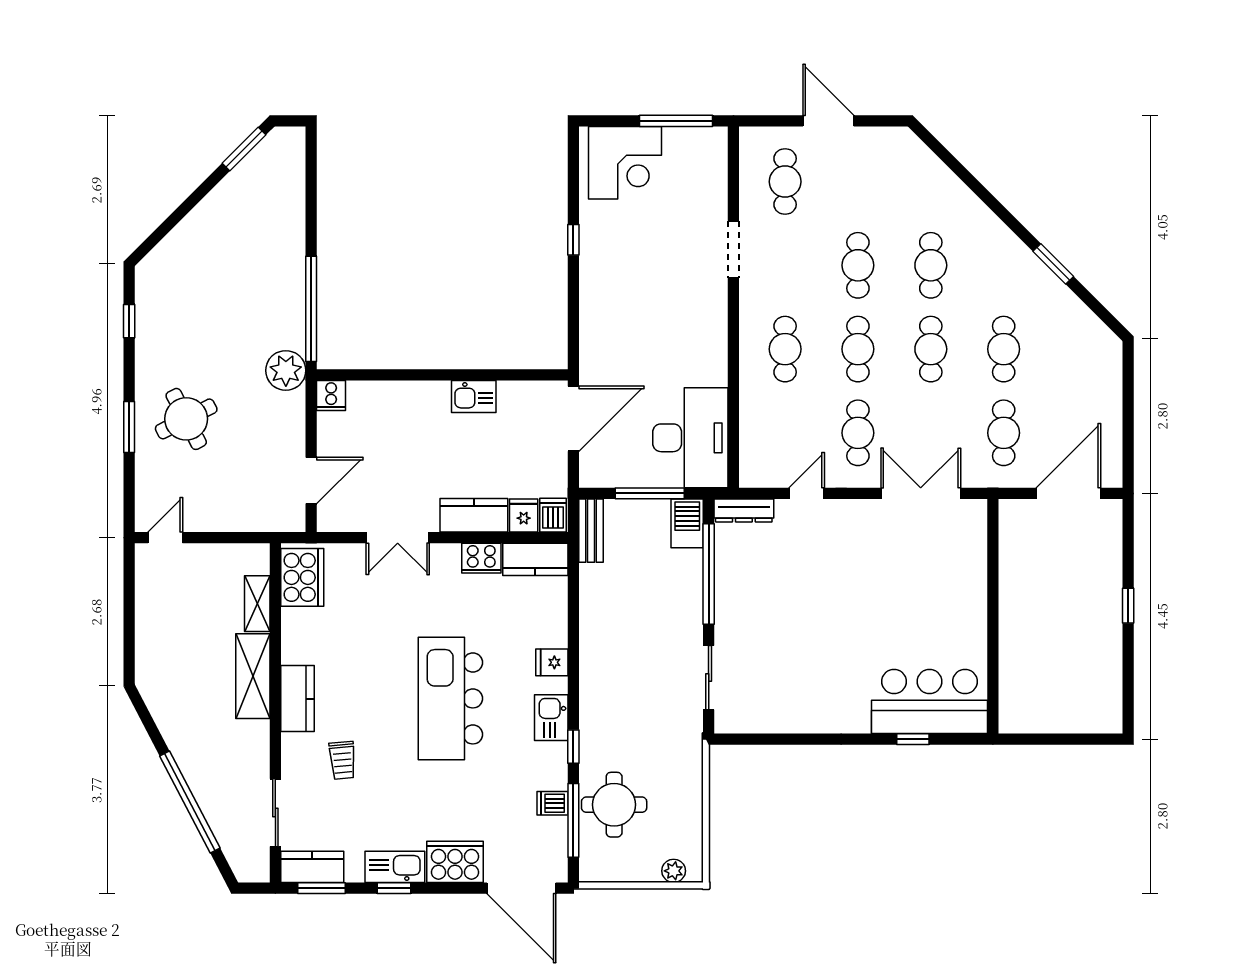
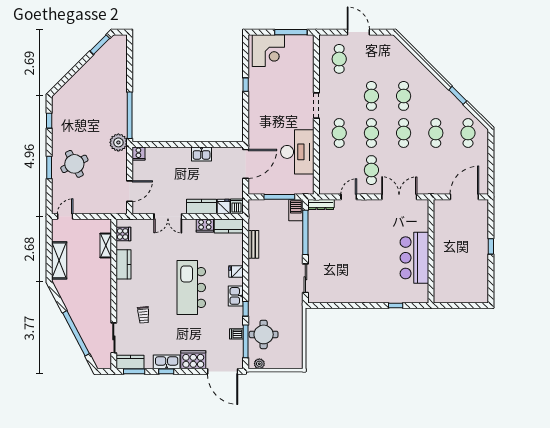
doorway: (733, 249) -> (316, 105), moved
cafe table: (1004, 433) -> (468, 133), moved
desk: (690, 438) -> (297, 152), moved
bench: (591, 531) -> (253, 244), moved
cooker: (302, 577) -> (123, 234), width x0.53, depth x0.76
shelving: (253, 676) -> (59, 260), moved
kitchen counter: (297, 699) -> (124, 264), moved
bar counter: (929, 701) -> (414, 258), moved, turned -90
plant: (674, 871) -> (259, 364), moved

